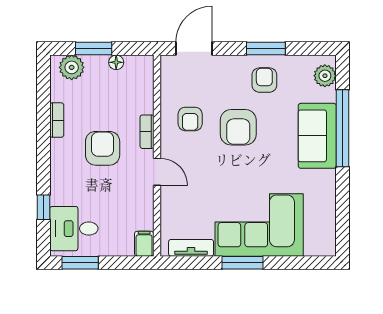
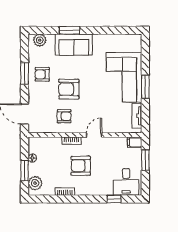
armchair: (238, 127) -> (69, 89), turned 180
window: (342, 128) -> (69, 30), width x0.47
window: (80, 263) -> (145, 160), moved

